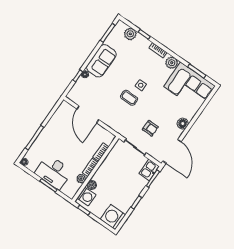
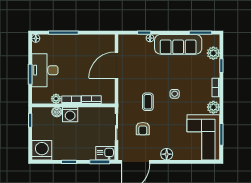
sofa: (101, 61) -> (178, 44), width x1.36
coffee table: (129, 98) -> (148, 102), moved
washing machine: (87, 197) -> (70, 114), moved

